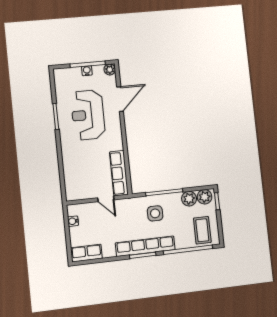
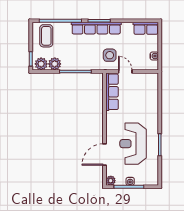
reception desk: (88, 115) -> (133, 144), turned 180
side table: (155, 213) -> (110, 55), moved

